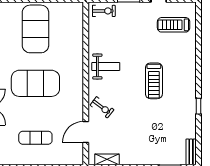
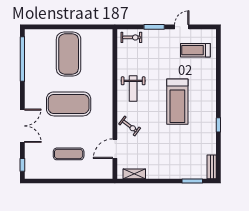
weight bench: (106, 66) -> (133, 88), turned 90
treadmill: (154, 81) -> (177, 102), width x1.37, depth x1.38

